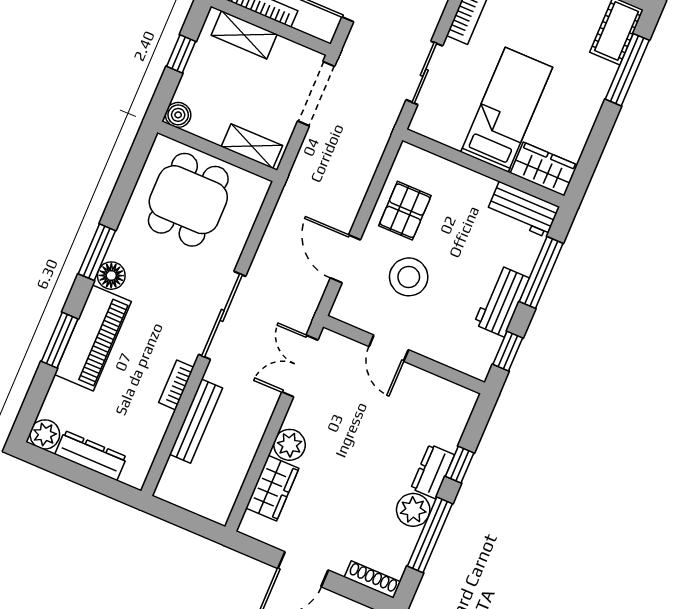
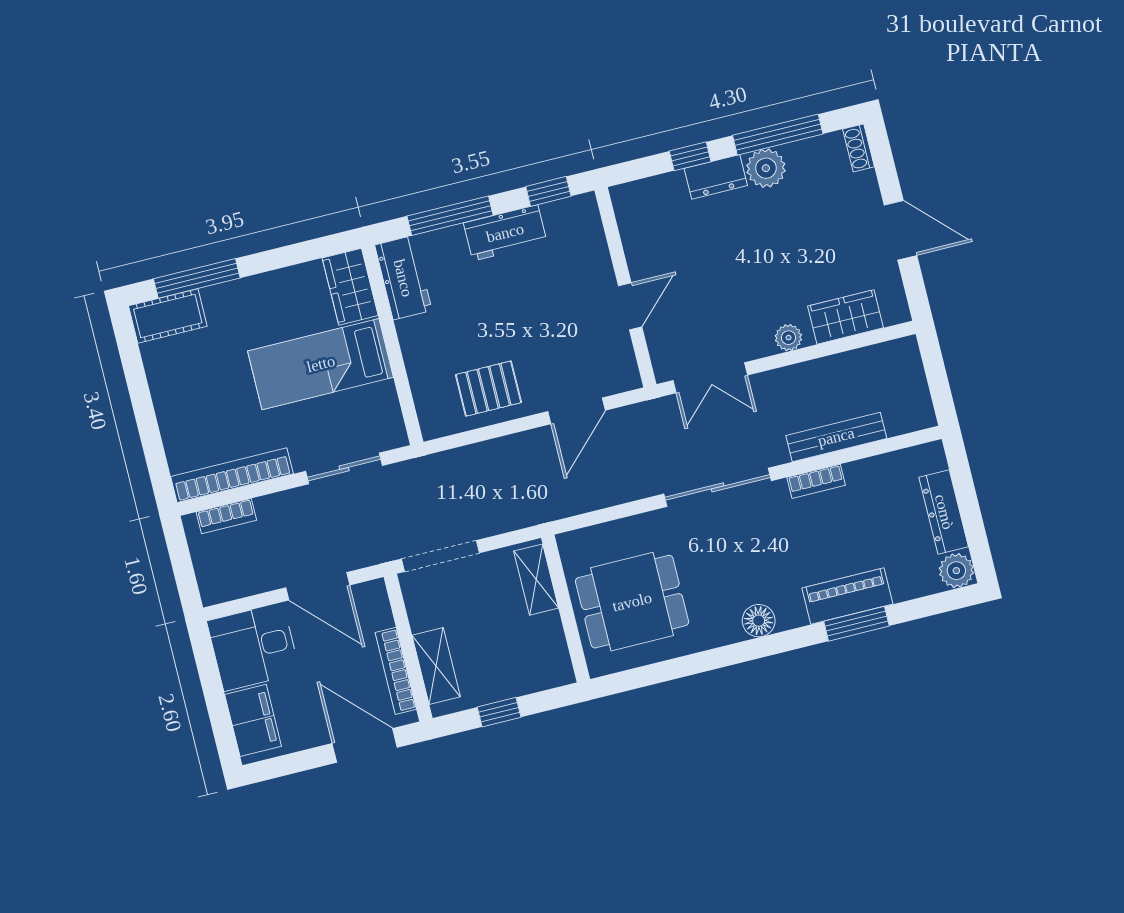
boiler: (178, 115) -> (559, 672), removed
window: (97, 252) -> (747, 651), removed
stool: (409, 277) -> (549, 338), removed
piano: (93, 338) -> (847, 596), width x0.73, depth x0.75
plant: (290, 445) -> (788, 338), width x0.73, depth x0.73
shoe rack: (372, 580) -> (859, 148), width x0.70

